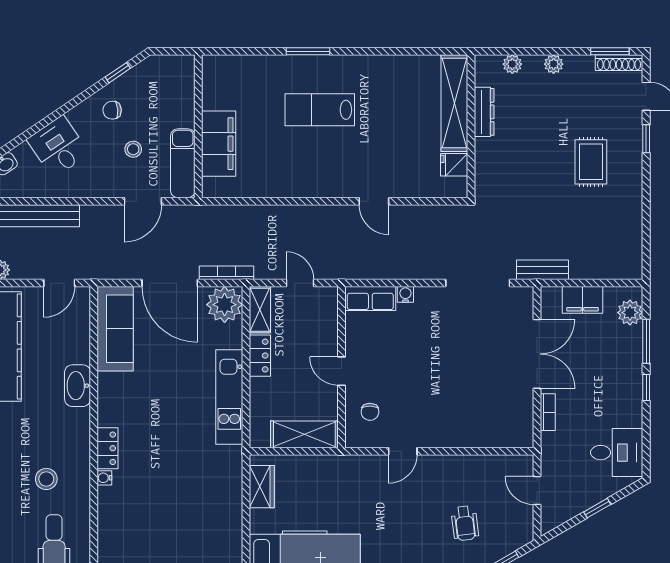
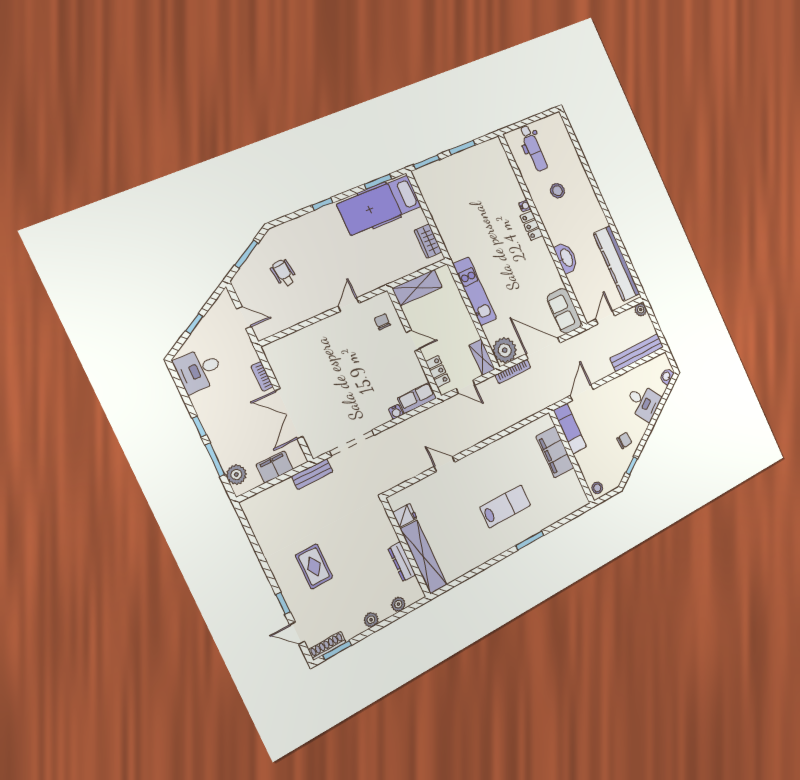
stool: (133, 149) -> (597, 488), moved
sofa: (115, 329) -> (564, 311), width x0.73
locker: (260, 356) -> (438, 372), moved, turned 180

